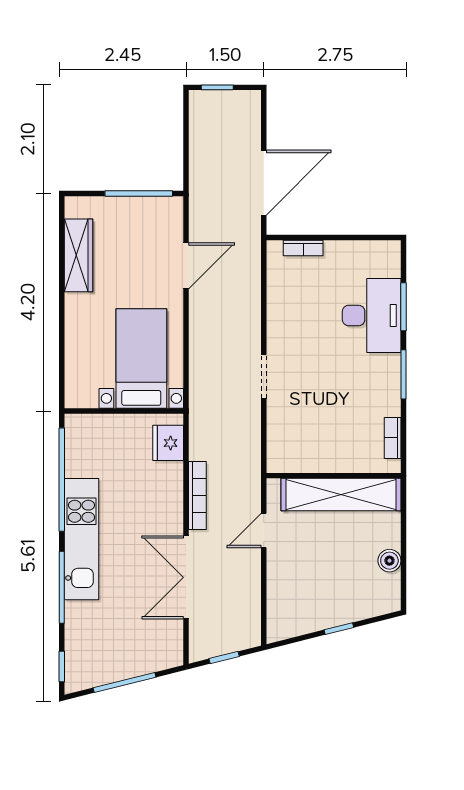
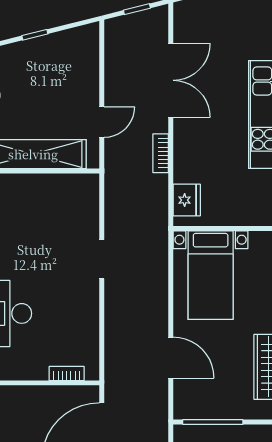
door: (186, 266) -> (171, 358), swing flipped
bookcase: (197, 496) -> (161, 153), width x0.64

